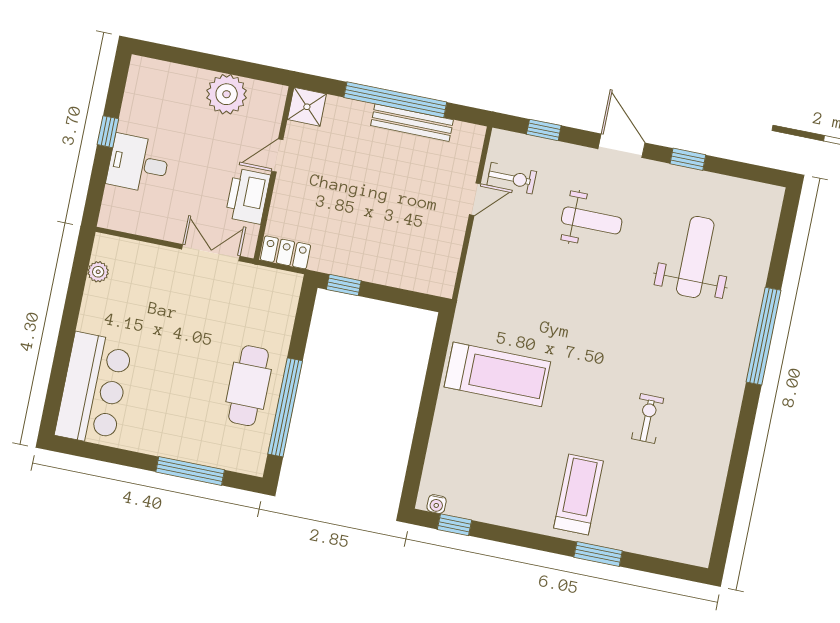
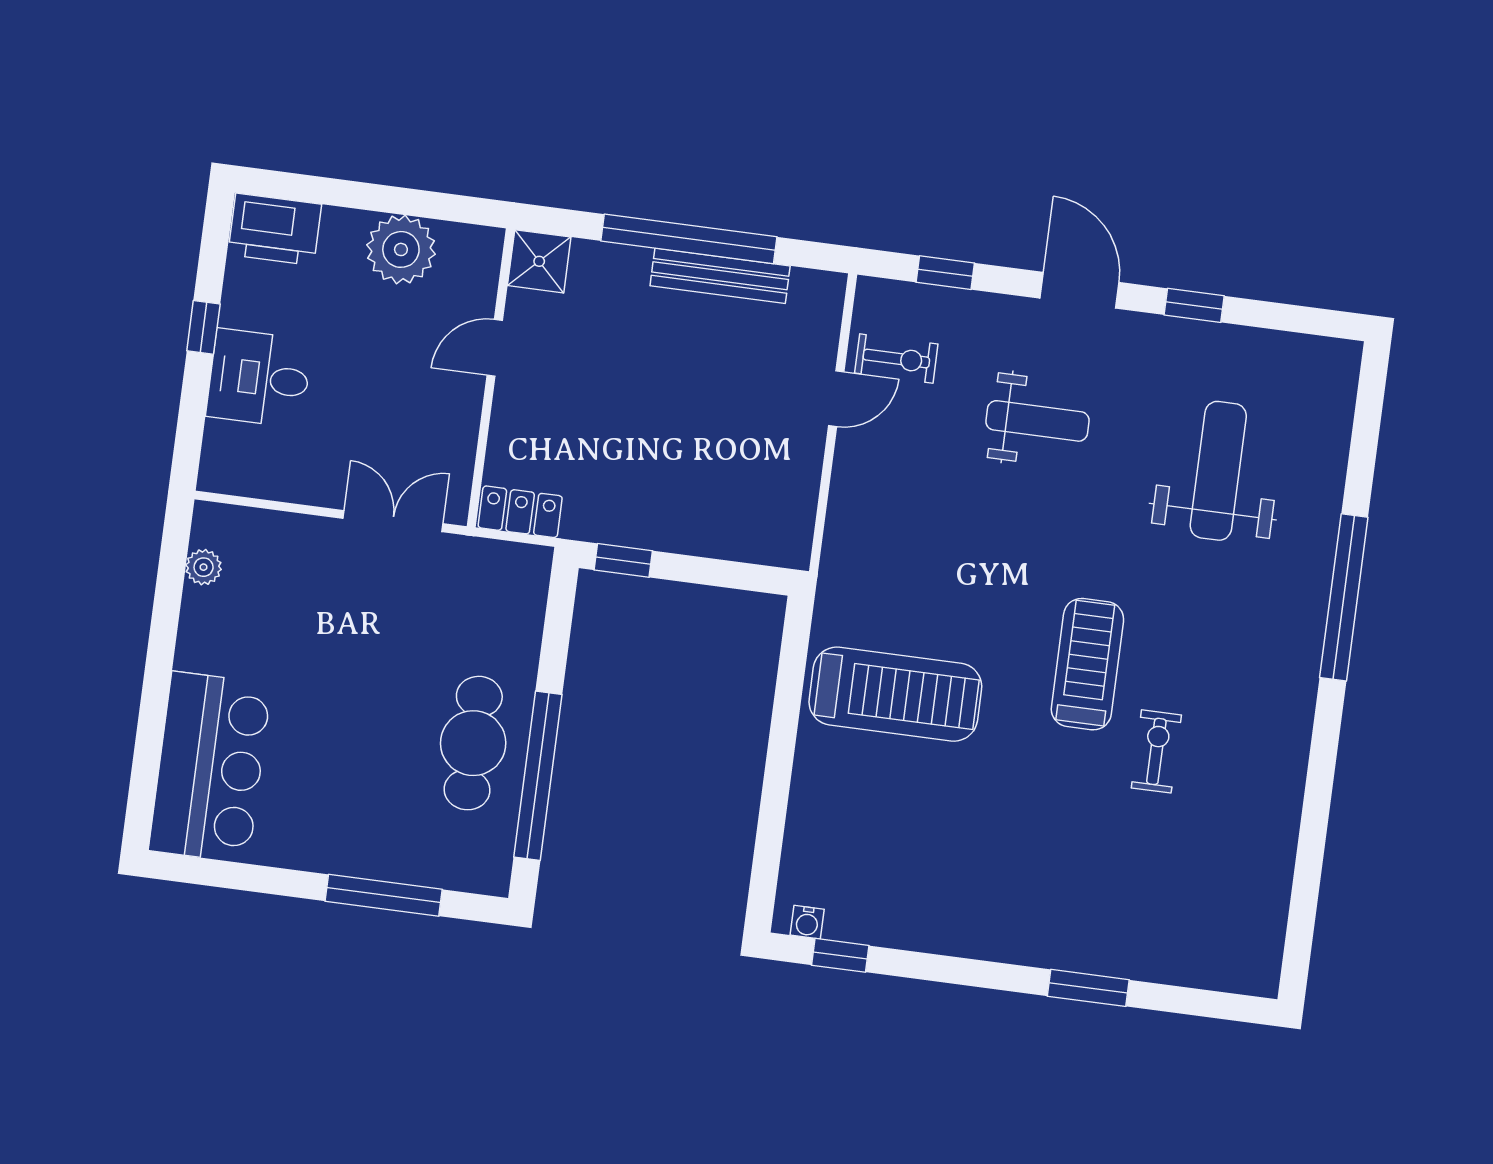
printer: (248, 196) -> (275, 229), moved, turned -90
treadmill: (578, 494) -> (1087, 664), moved

